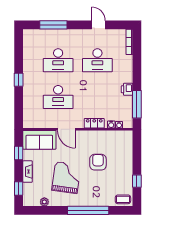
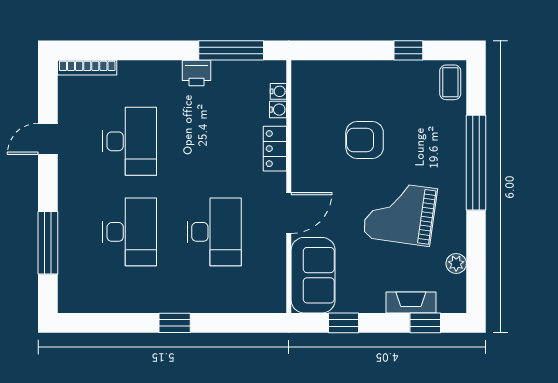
fireplace: (28, 172) -> (411, 302), moved

